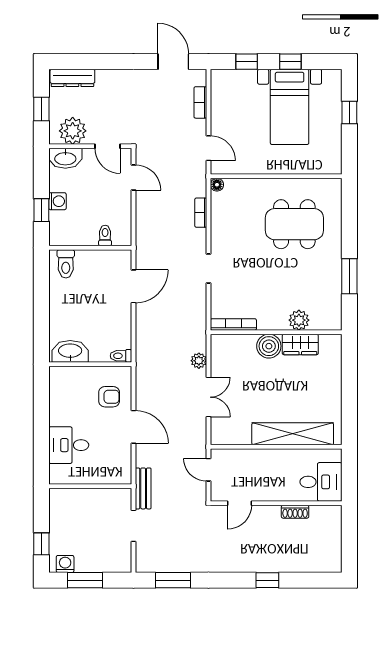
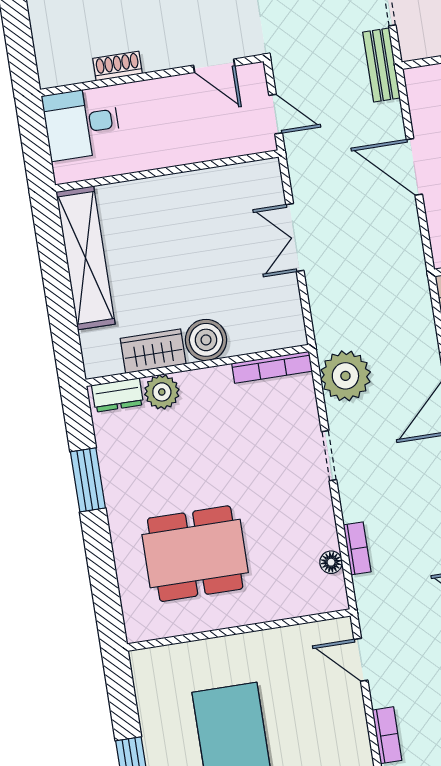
floor lamp: (217, 185) -> (331, 562), moved
dresser: (325, 322) -> (117, 395), added
plant: (199, 361) -> (345, 376), moved, width x1.87, depth x1.87
shelving: (293, 434) -> (86, 258), moved, turned 90
door: (240, 503) -> (214, 66), swing flipped

